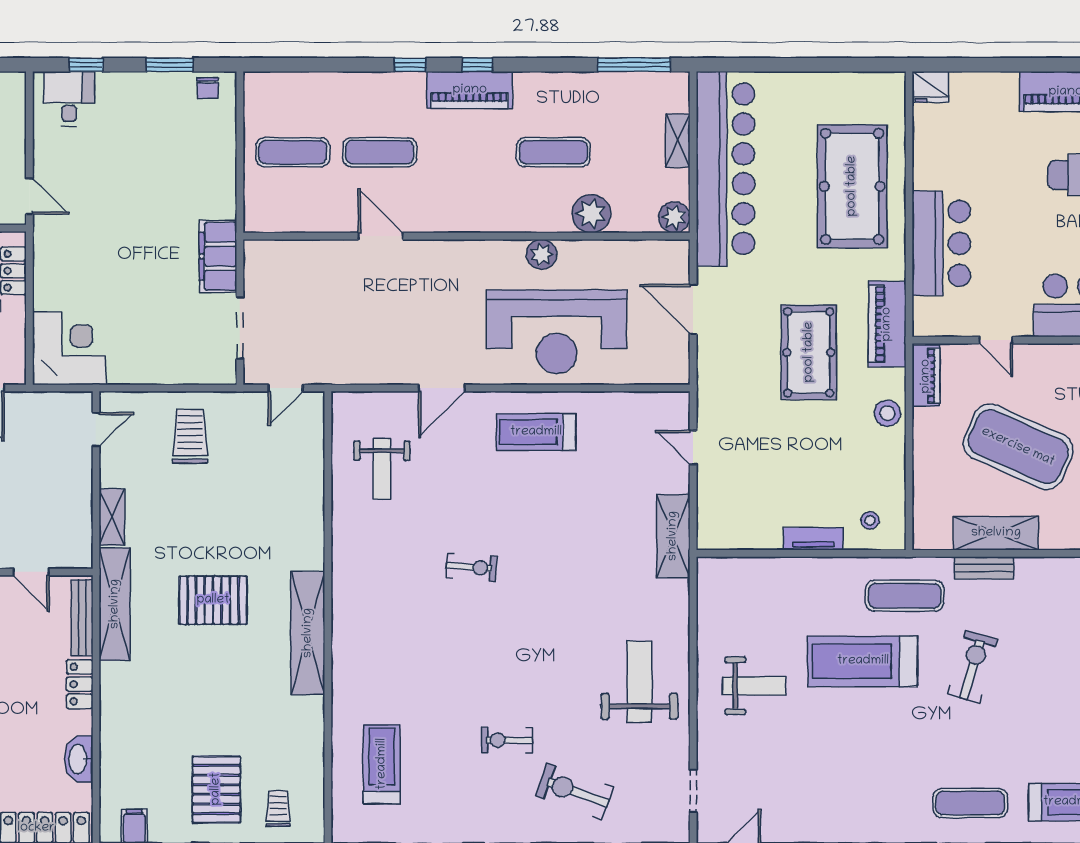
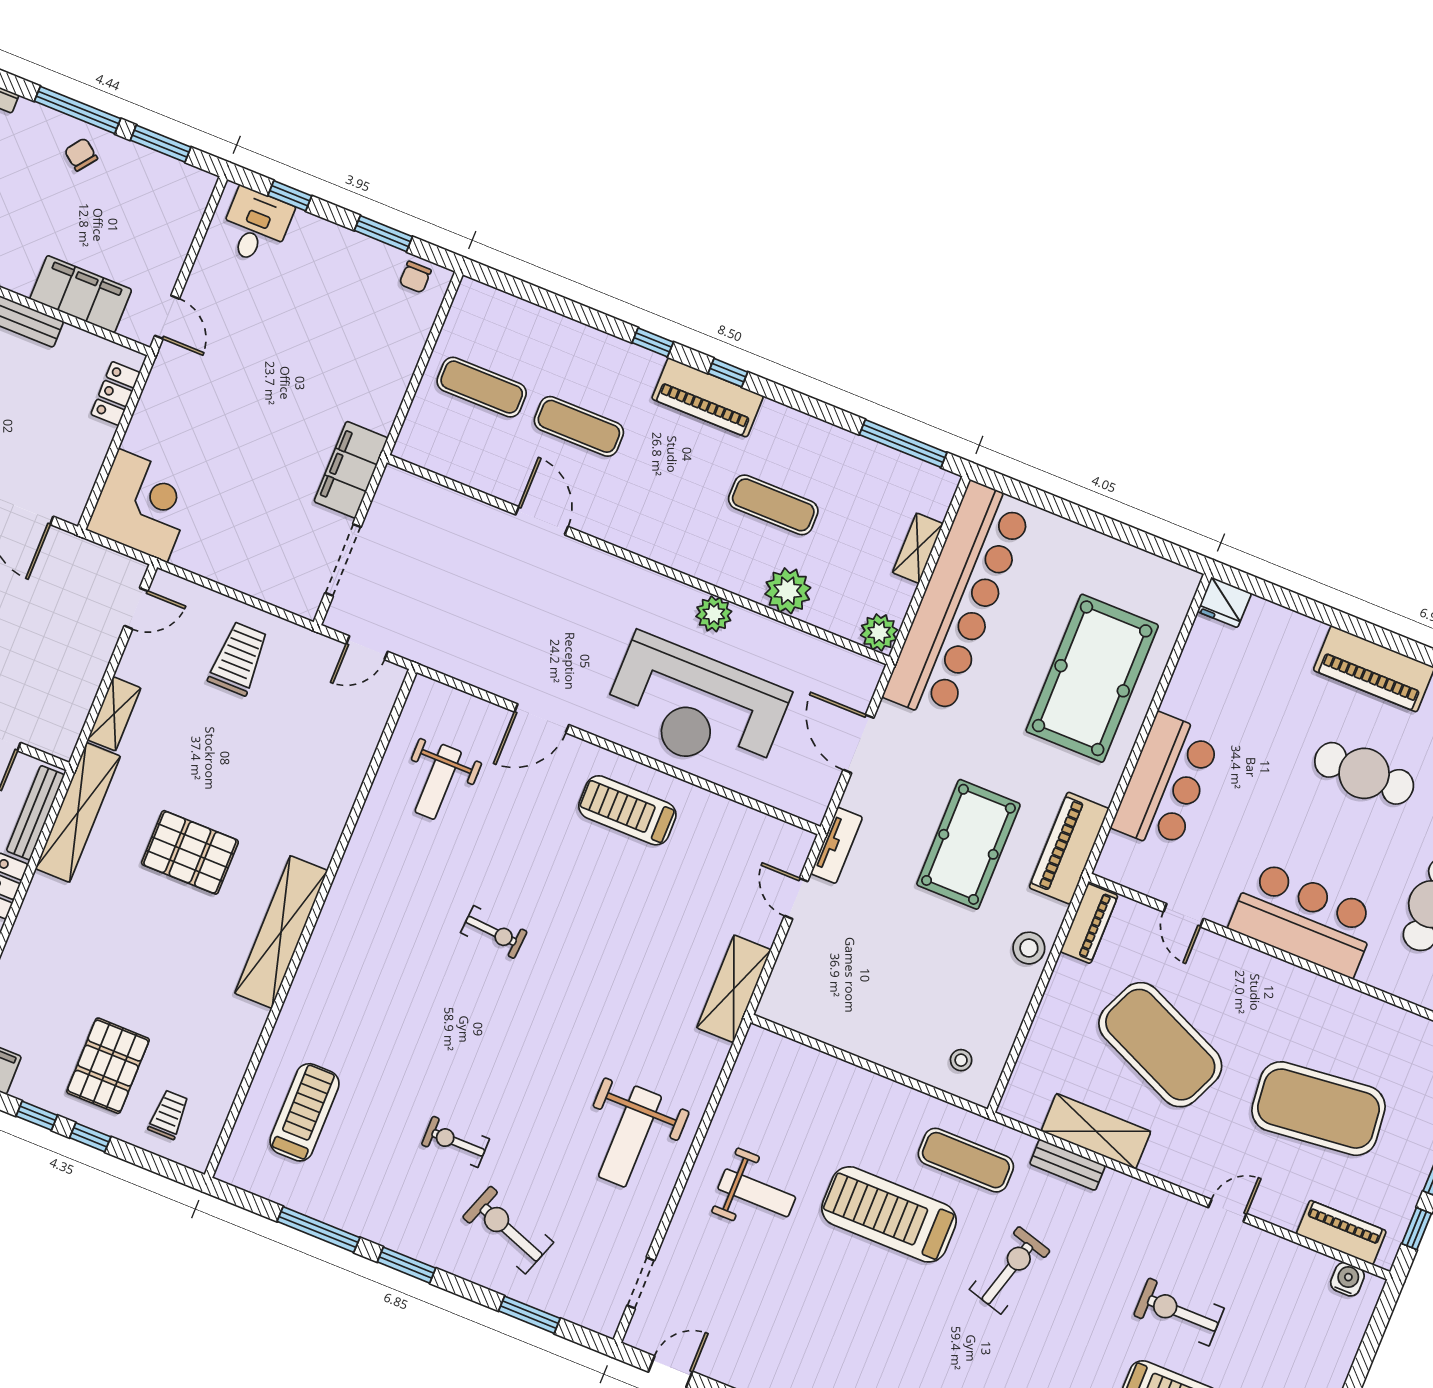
tv unit: (813, 539) -> (837, 845), moved, turned 90
weight bench: (639, 682) -> (630, 1137), turned 180

